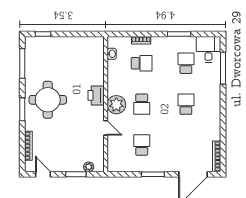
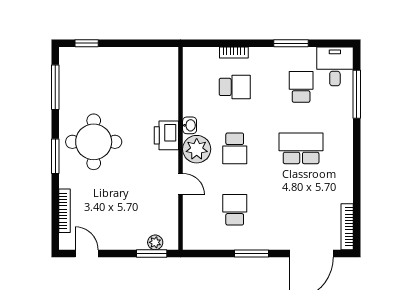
washbasin: (112, 54) -> (190, 125), moved
school desk: (186, 104) -> (301, 148), width x1.85
window: (76, 174) -> (152, 254), moved

